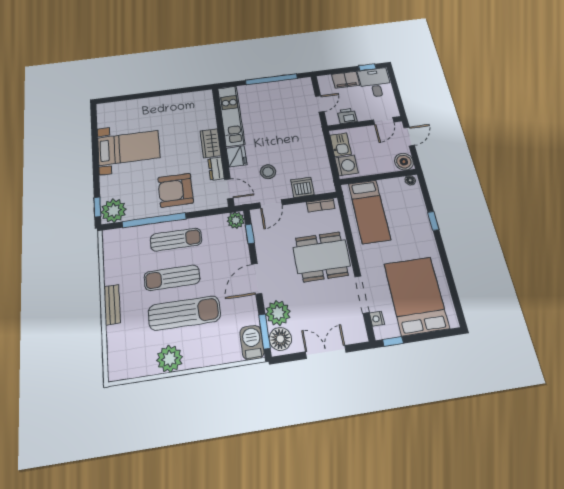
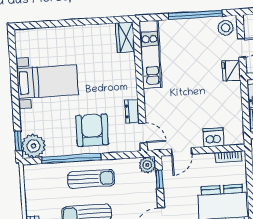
wardrobe: (211, 143) -> (125, 37), moved
fridge: (237, 156) -> (231, 71), moved, turned 180
stool: (268, 172) -> (226, 28), moved
armchair: (176, 190) -> (92, 130), turned 90

